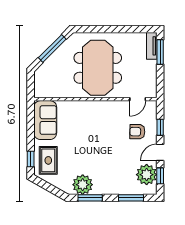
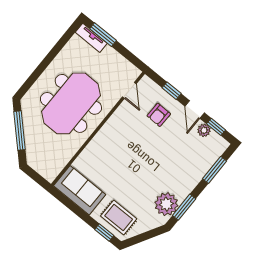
meeting table: (98, 68) -> (71, 103), turned 90
plant: (147, 175) -> (204, 130), width x0.53, depth x0.53

